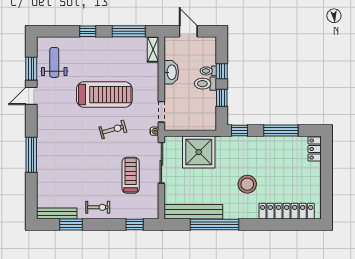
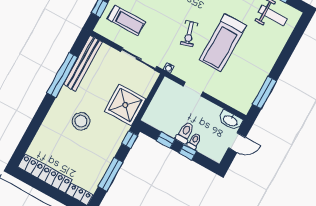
window: (88, 31) -> (284, 58), removed
shelving: (153, 49) -> (238, 105), removed
washbasin: (171, 72) -> (230, 120), moved
doorway: (161, 112) -> (193, 89), moved
shower: (199, 152) -> (125, 105), moved
treadmill: (131, 175) -> (126, 21), moved
locker: (287, 211) -> (45, 173), moved, turned -90

